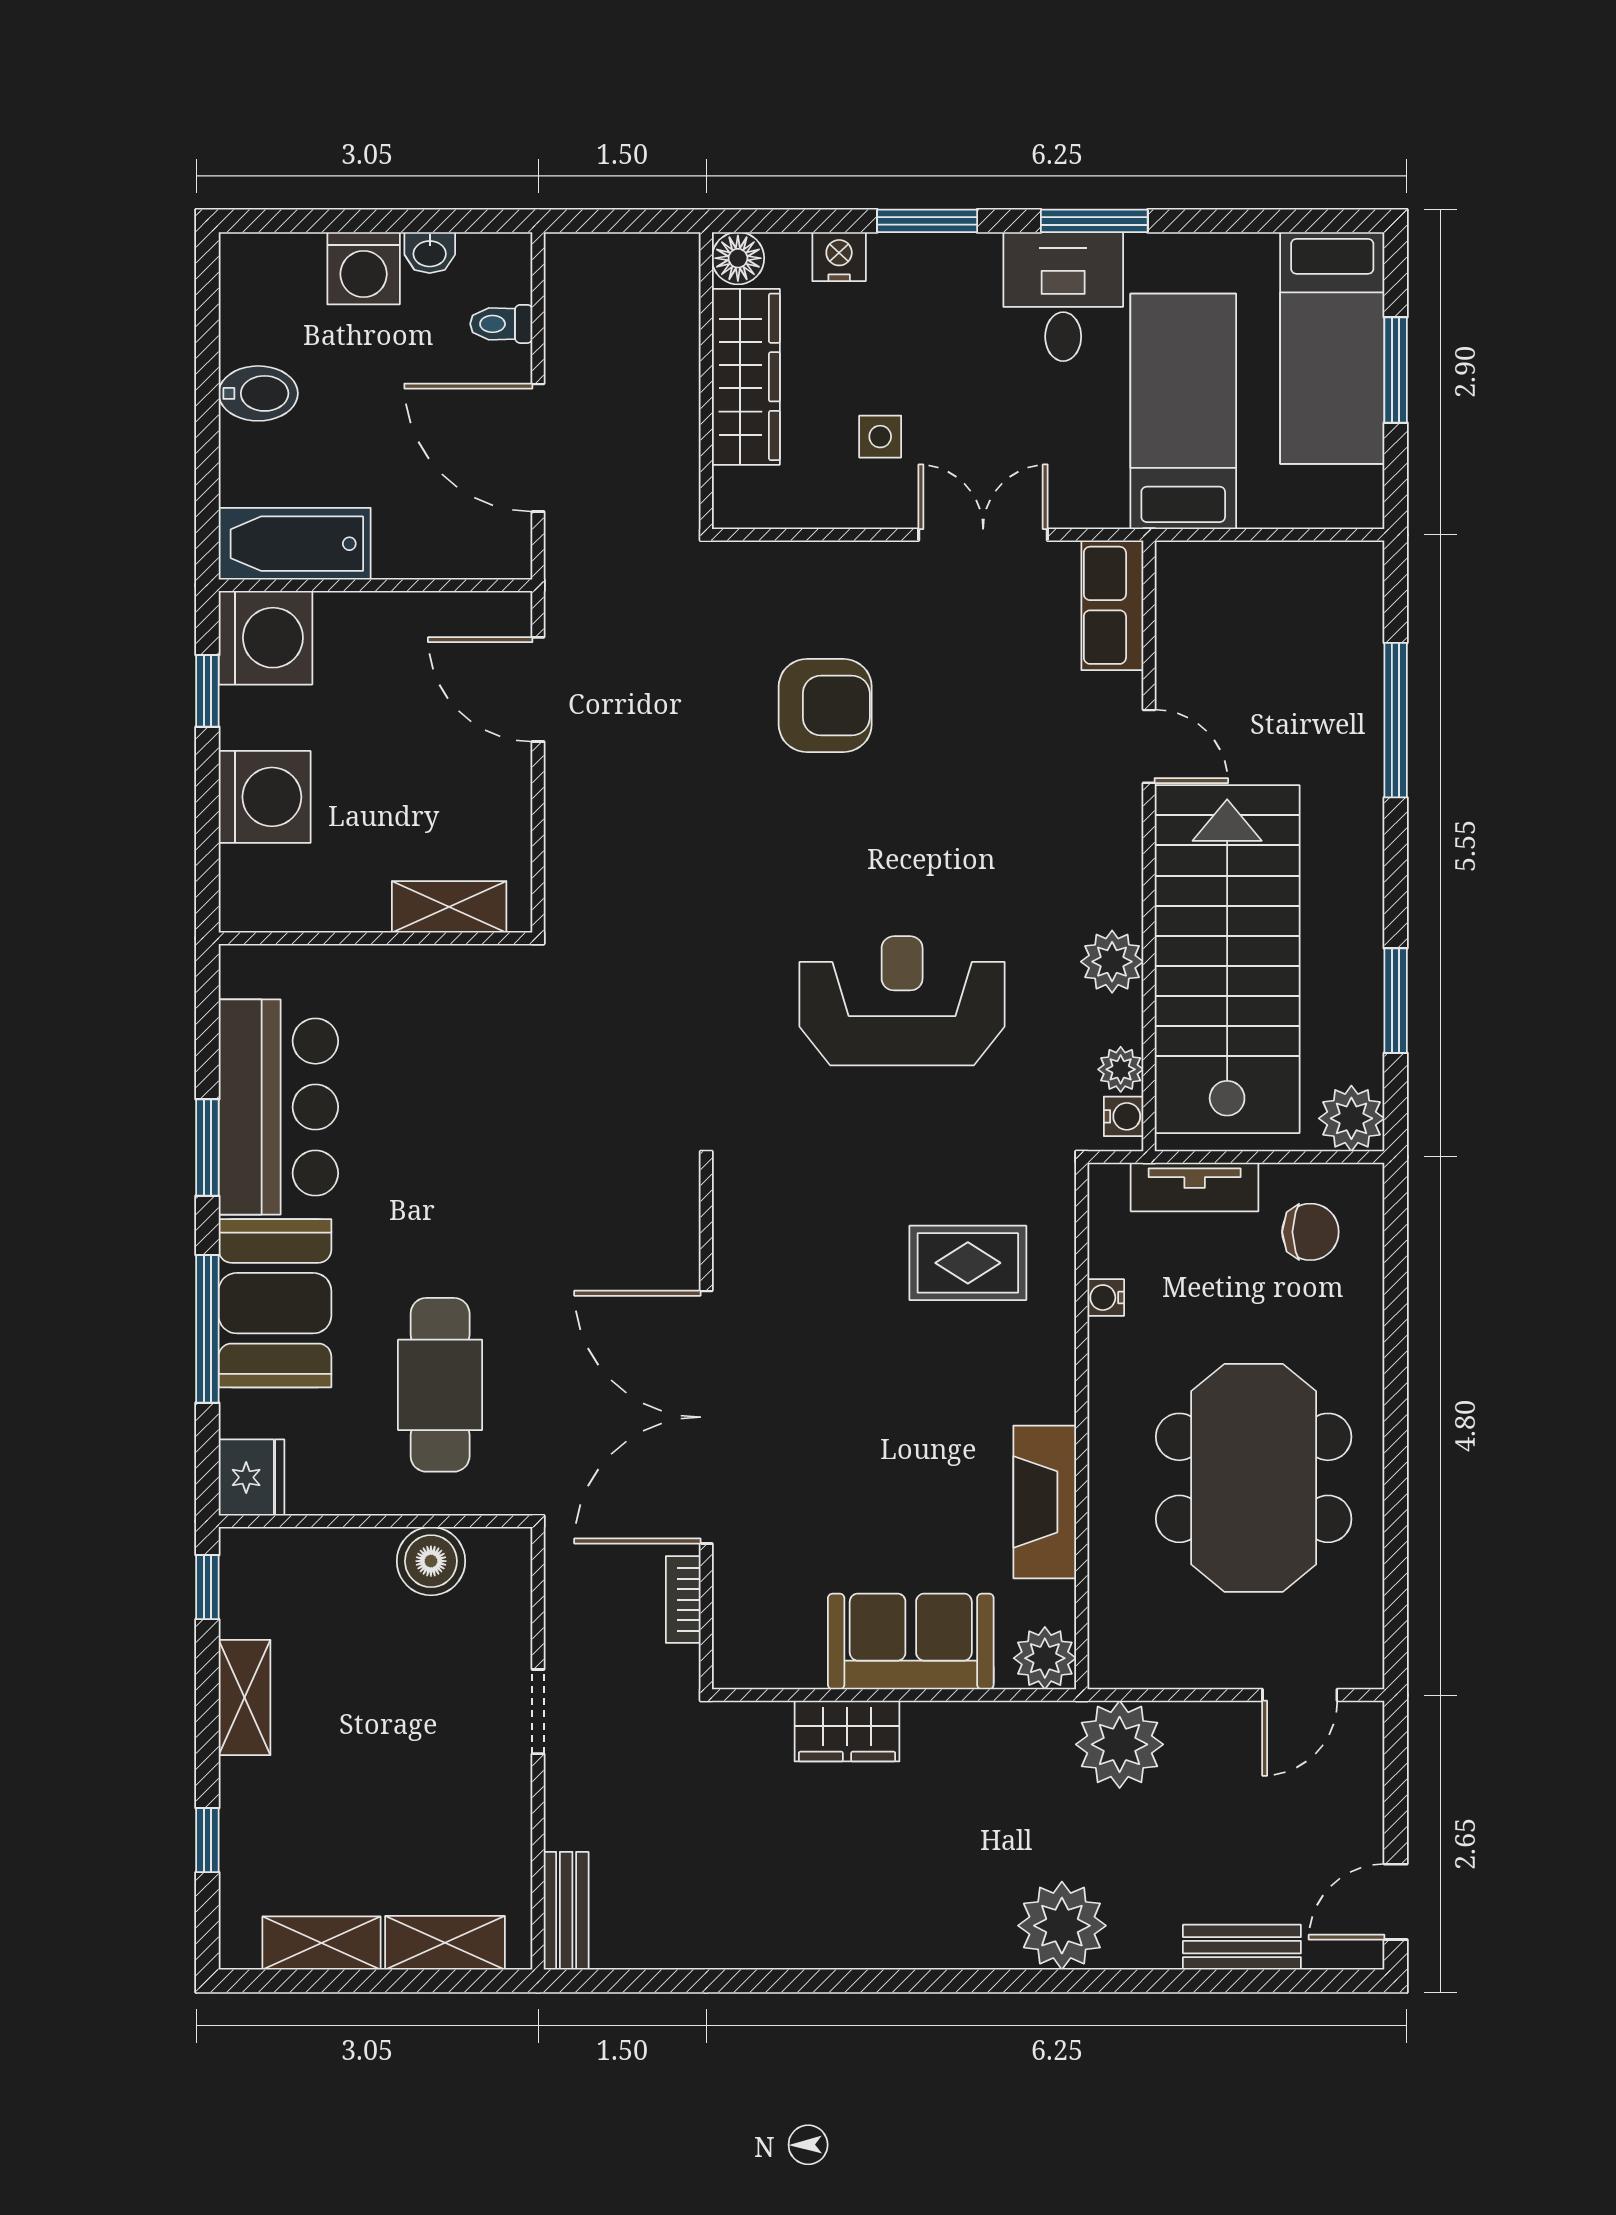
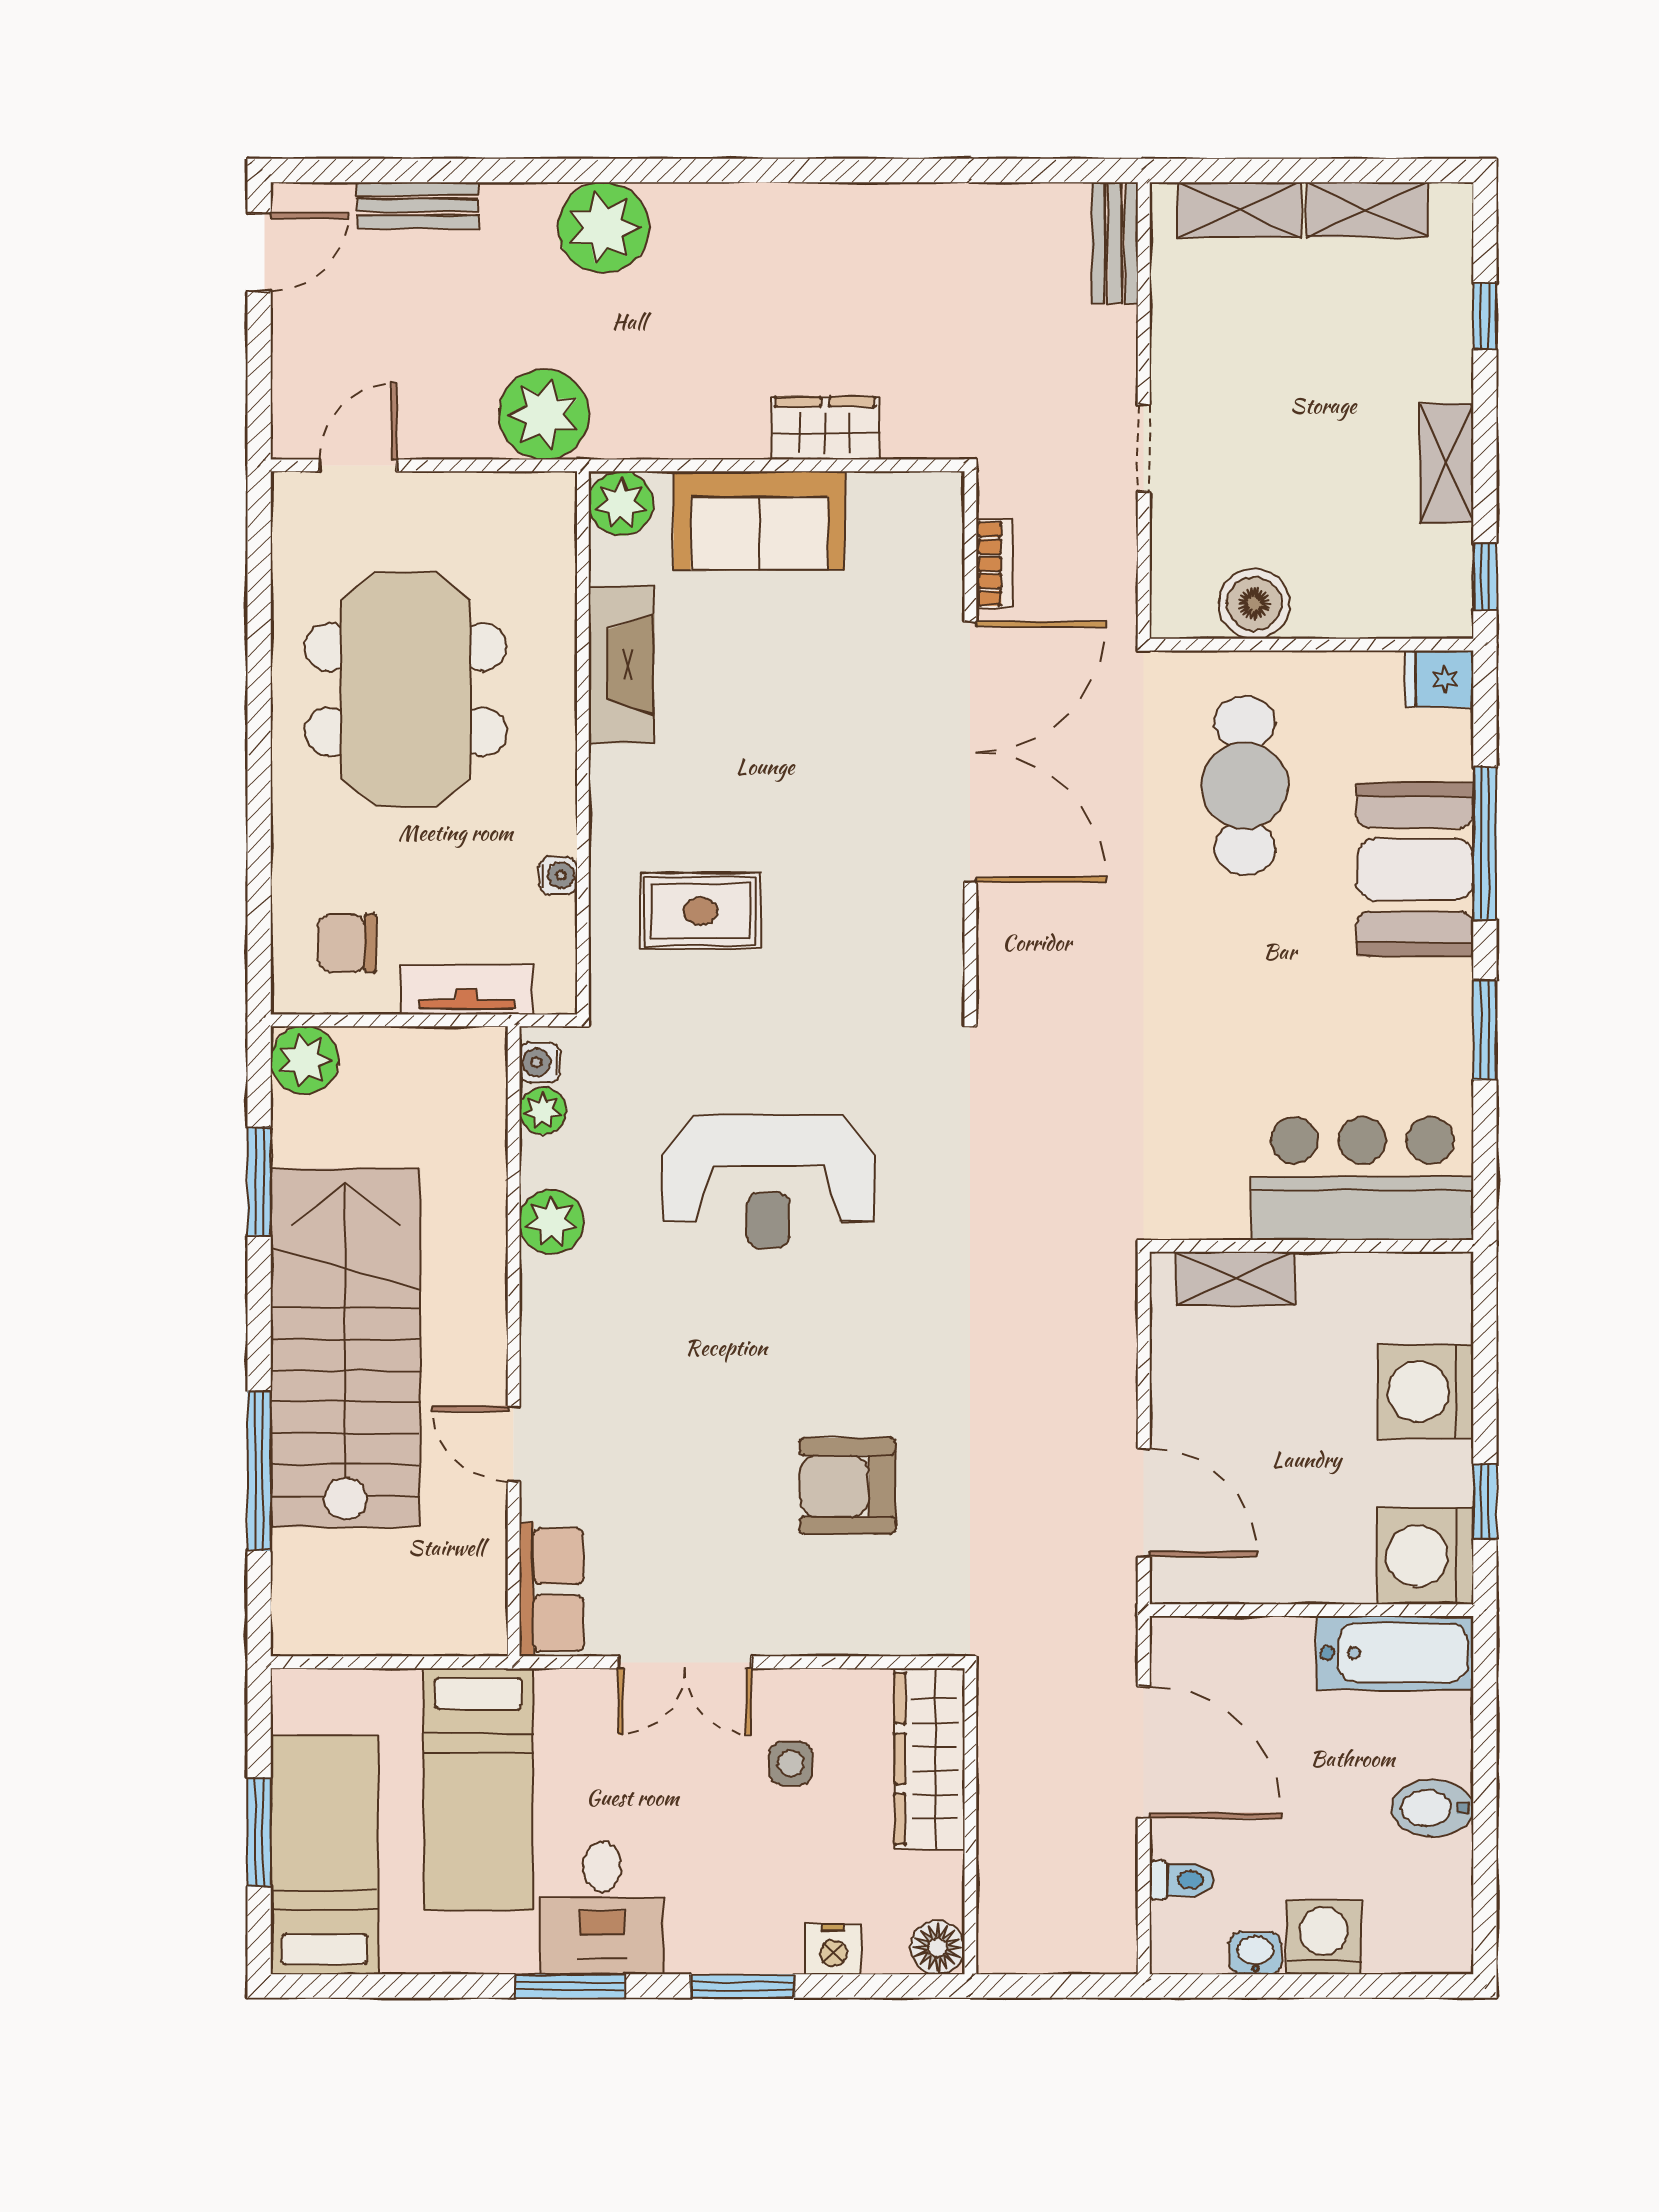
wardrobe: (746, 377) -> (929, 1759), moved
stairs: (1227, 959) -> (345, 1348), moved, turned 180
bar counter: (278, 1107) -> (1362, 1179), moved, turned 90
fridge: (251, 1477) -> (1439, 679), width x0.72

